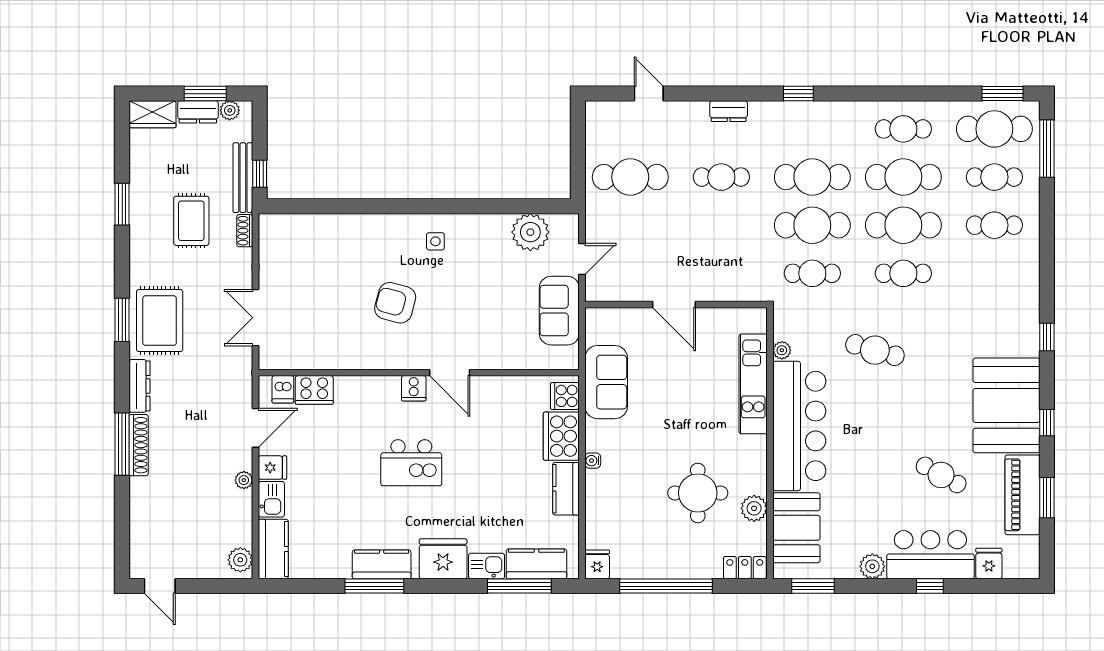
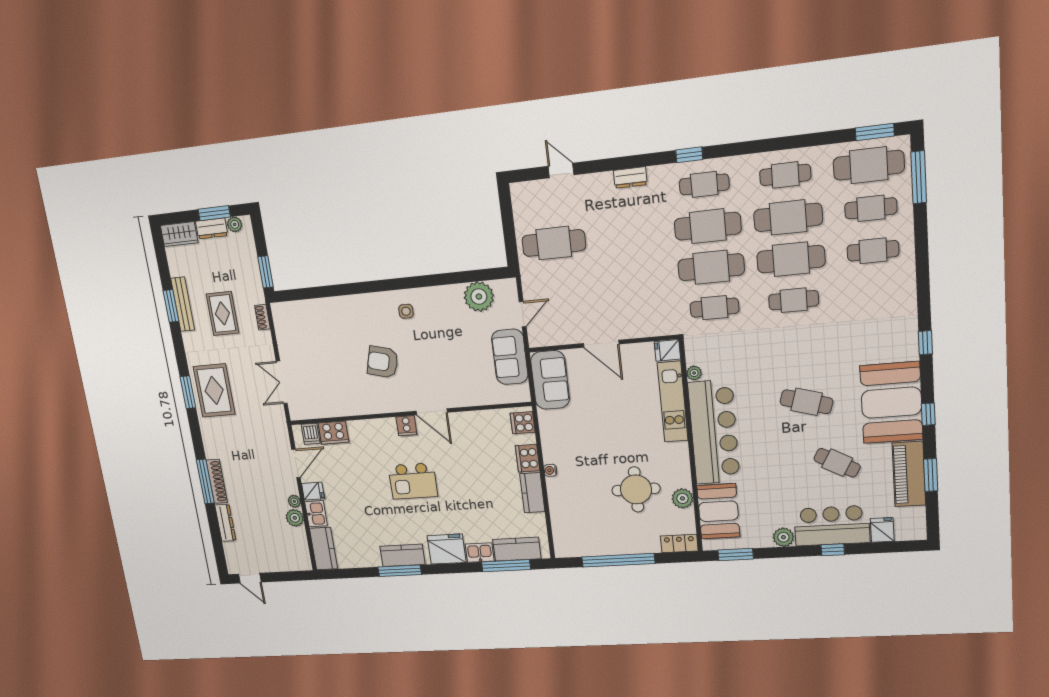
window: (260, 174) -> (266, 272), width x1.50
cafe table: (721, 177) -> (704, 184), moved
bench: (243, 178) -> (183, 304), moved
cafe table: (875, 350) -> (807, 402), moved
sofa: (606, 382) -> (550, 380), moved
dresser: (139, 386) -> (225, 523), moved
cooker: (561, 436) -> (528, 458), width x0.73, depth x0.76
plant: (240, 560) -> (295, 518), moved
fridge: (597, 564) -> (667, 350), moved, turned -90

